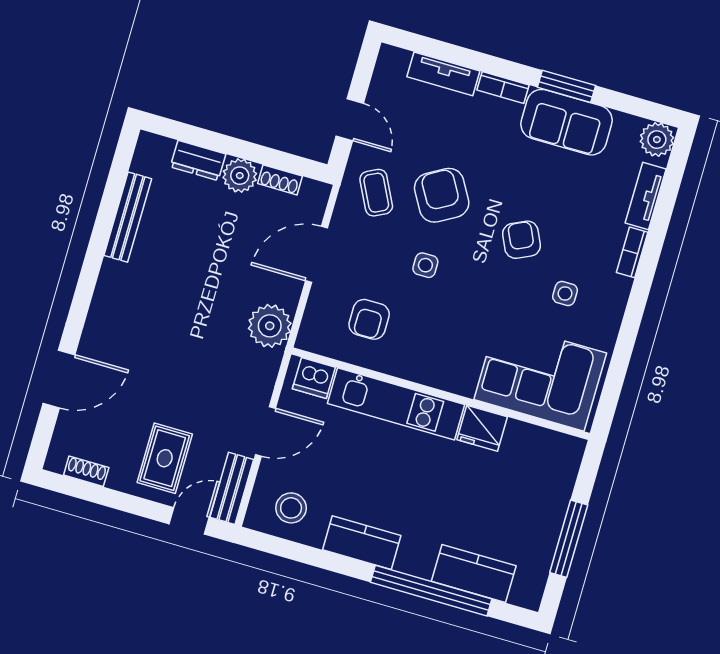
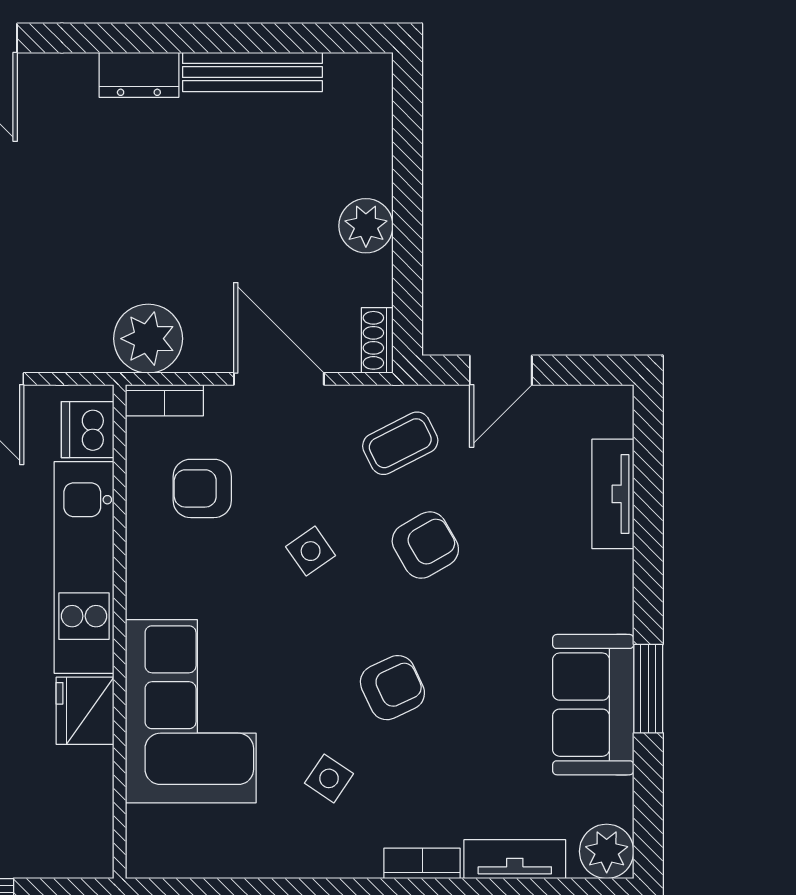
bookcase: (503, 88) -> (164, 400), moved, turned -90
dresser: (198, 160) -> (139, 75), moved, turned -90
shoe rack: (280, 180) -> (377, 340), moved
armchair: (442, 195) -> (425, 545), width x0.72, depth x0.72
side table: (425, 265) -> (311, 551), turned -35
side table: (565, 294) -> (329, 778), turned 34
corner sofa: (540, 376) -> (191, 711), moved

